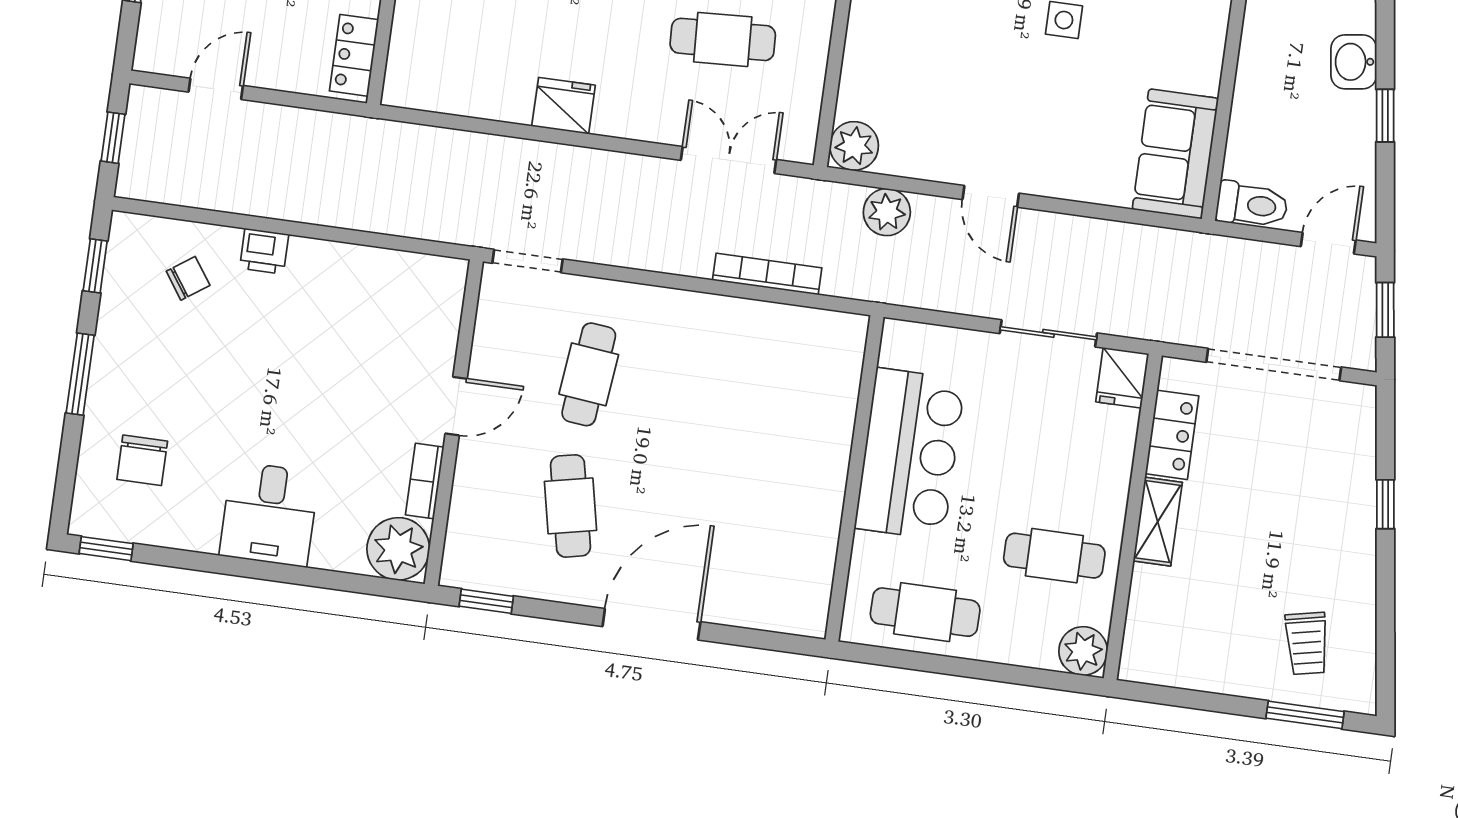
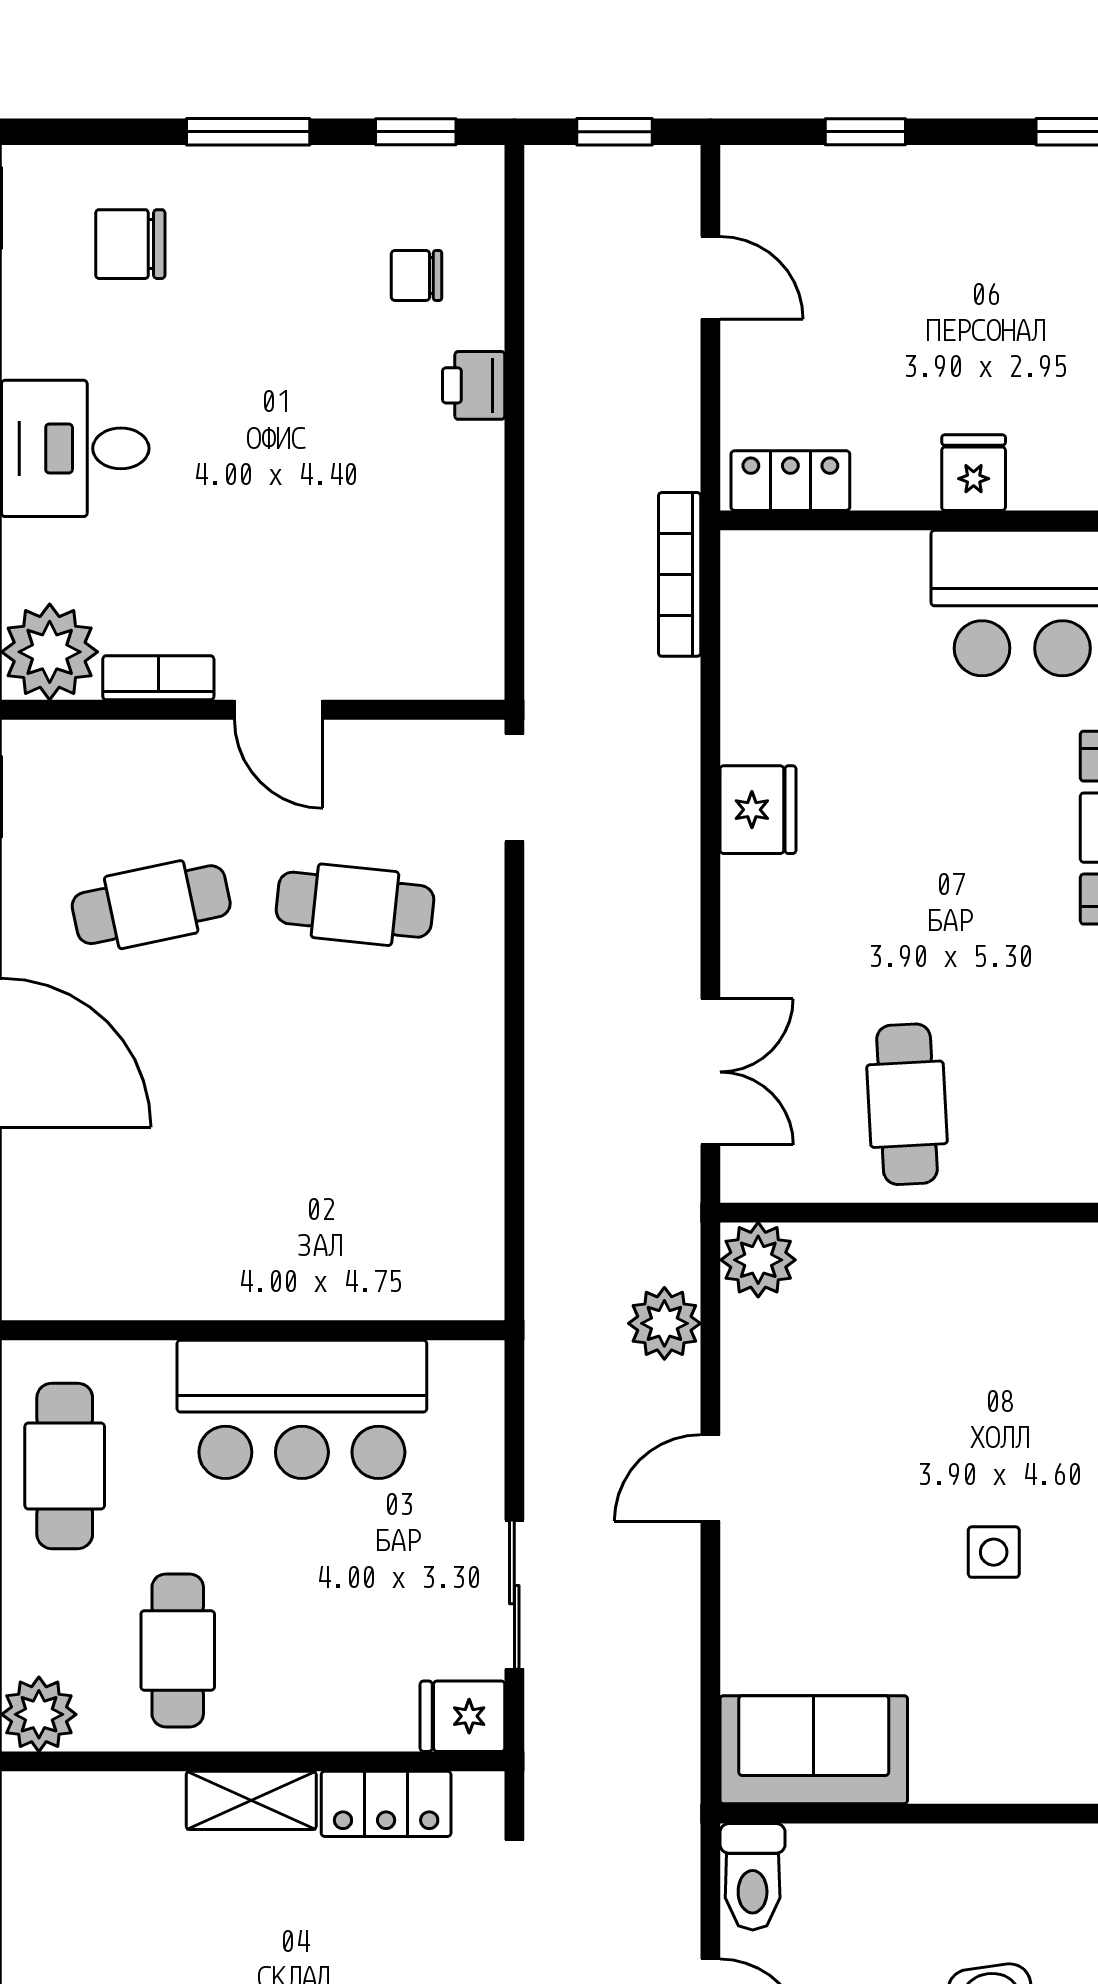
cafe table: (723, 39) -> (907, 1104), moved
bookcase: (767, 274) -> (680, 574), moved, turned 180
chair: (188, 278) -> (416, 275), turned 125

